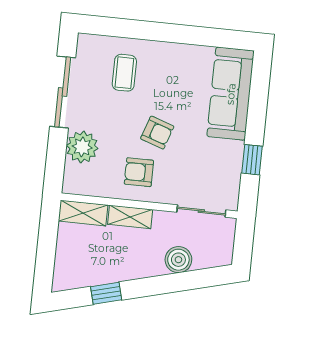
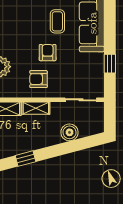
coffee table: (124, 73) -> (57, 21), moved
armchair: (157, 133) -> (48, 53), turned -109

